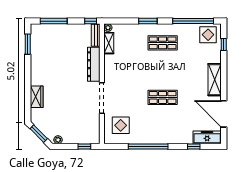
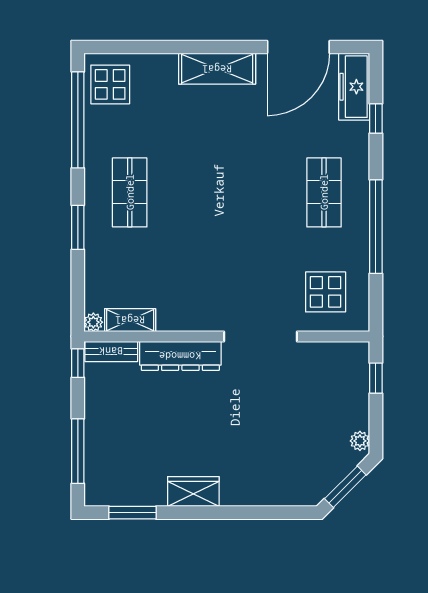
window: (224, 44) -> (133, 47), removed
wardrobe: (37, 97) -> (193, 492), moved
shop shelf: (163, 97) -> (324, 192), moved

